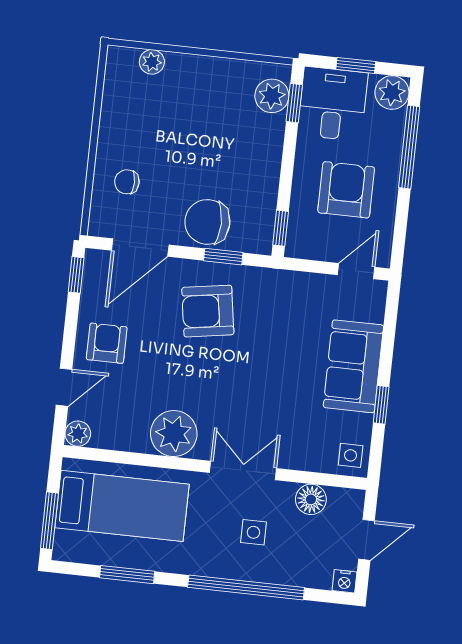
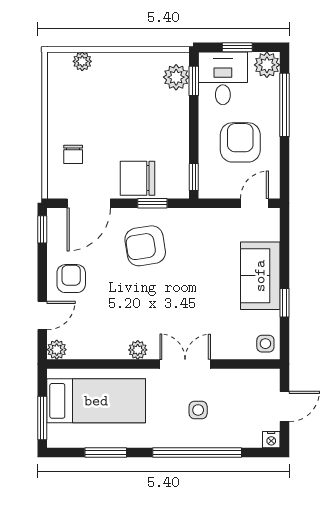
chair: (127, 182) -> (73, 154), turned -90
plant: (174, 434) -> (138, 350), width x0.53, depth x0.53
floor lamp: (311, 499) -> (239, 380), removed

